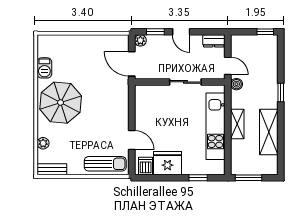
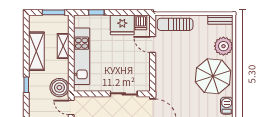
sliding door: (185, 82) -> (124, 94), moved
boiler: (236, 84) -> (59, 88), width x1.86, depth x1.86
shelving: (237, 124) -> (63, 46), moved
plant: (43, 143) -> (223, 46), width x1.88, depth x1.88

